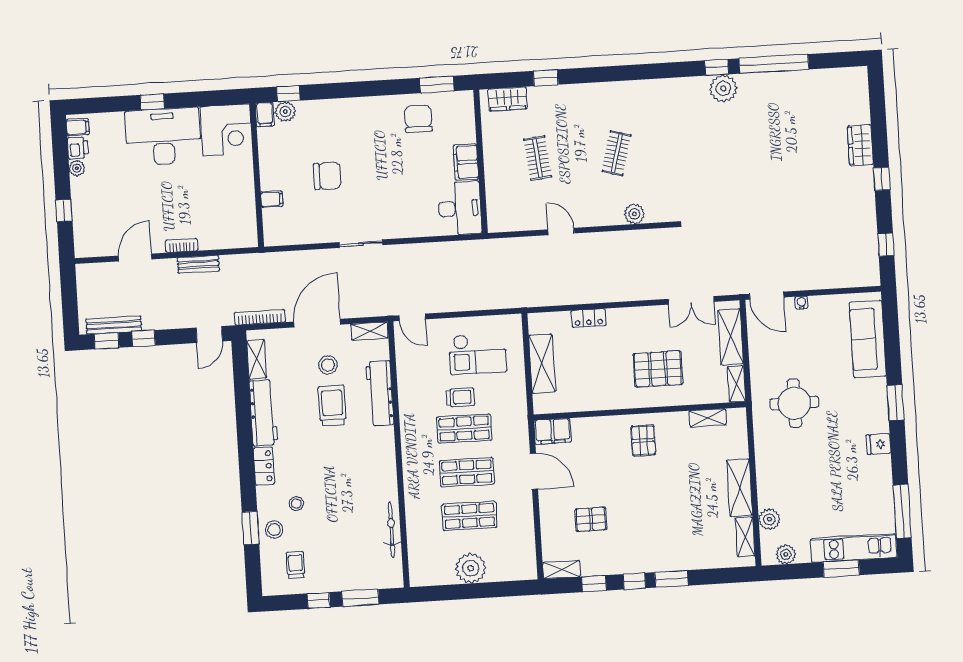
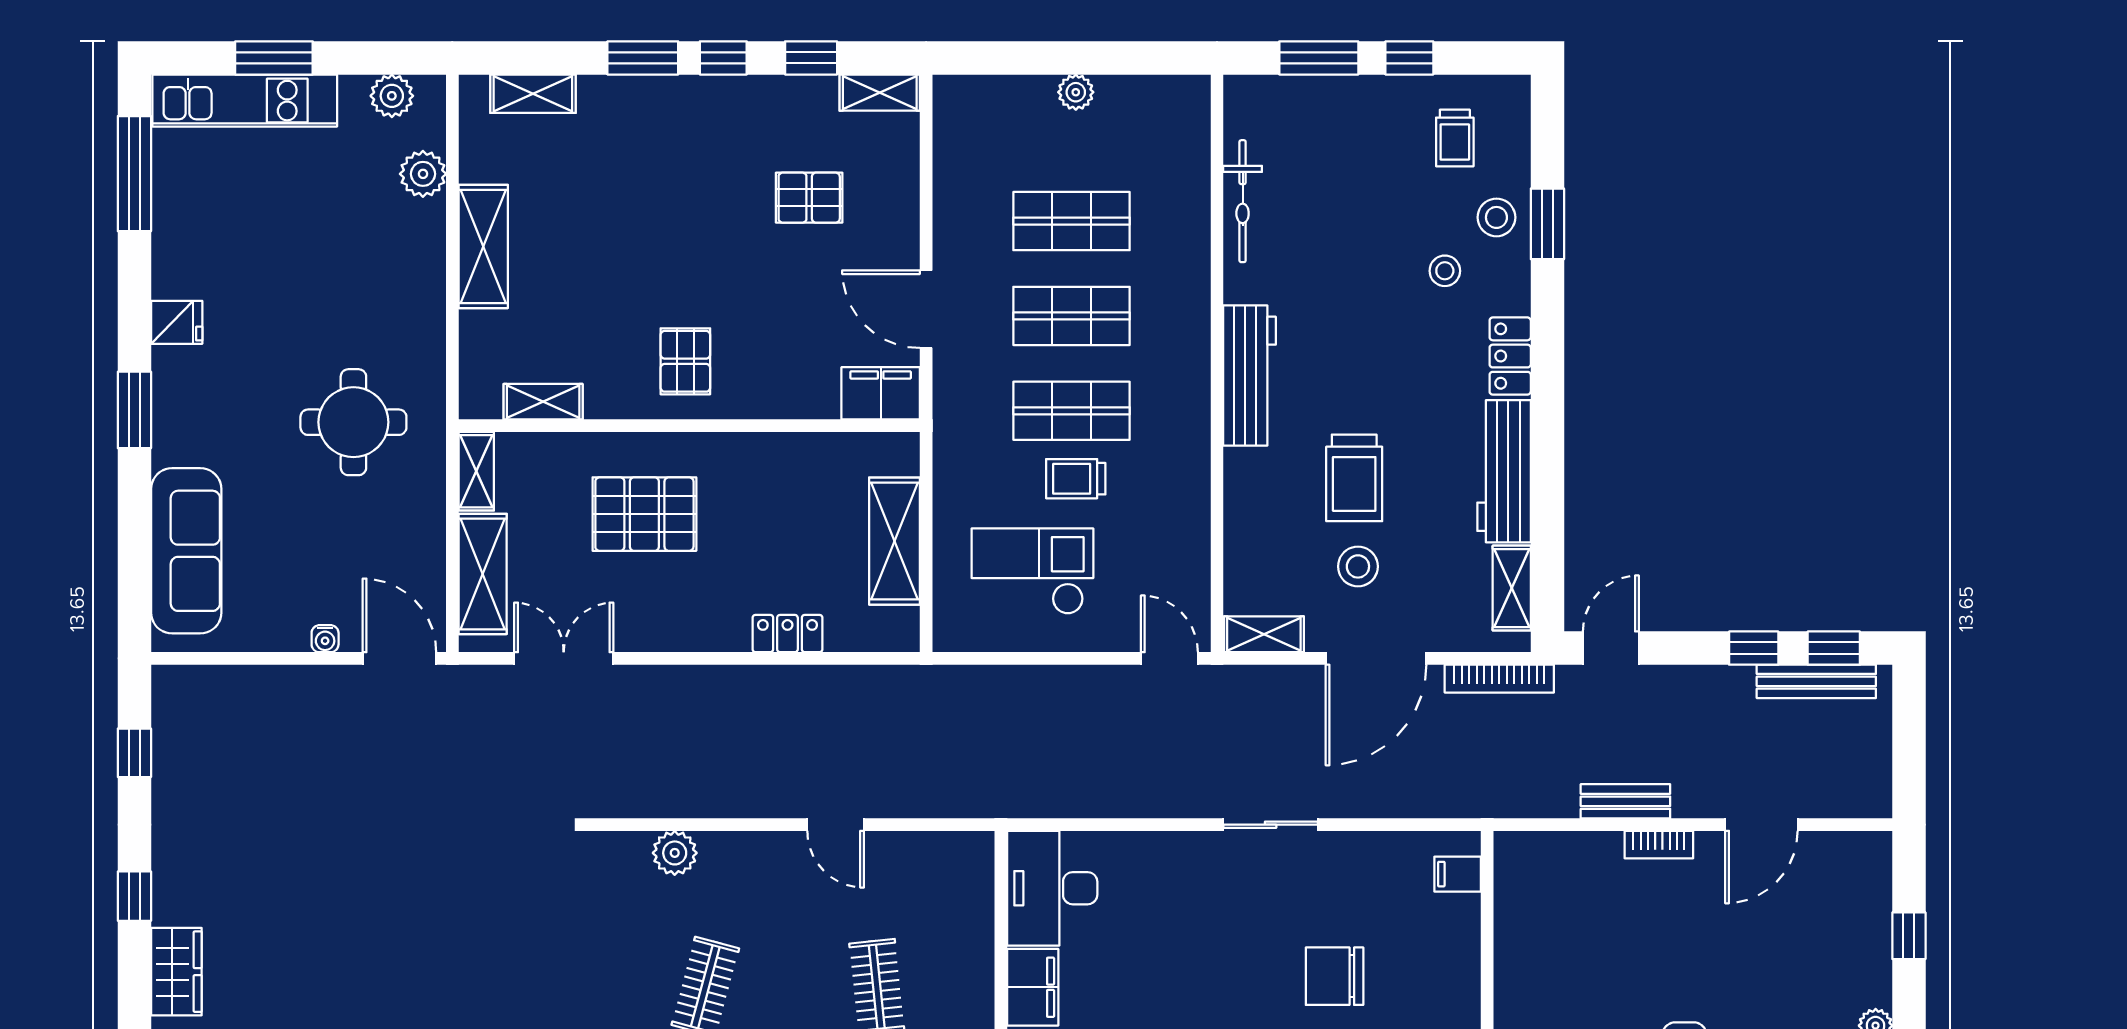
filing cabinet: (272, 199) -> (1458, 874), moved
workbench: (380, 393) -> (1250, 375), moved
shelving: (745, 537) -> (533, 94), moved, turned 90
plant: (471, 568) -> (1076, 92), width x0.53, depth x0.53

